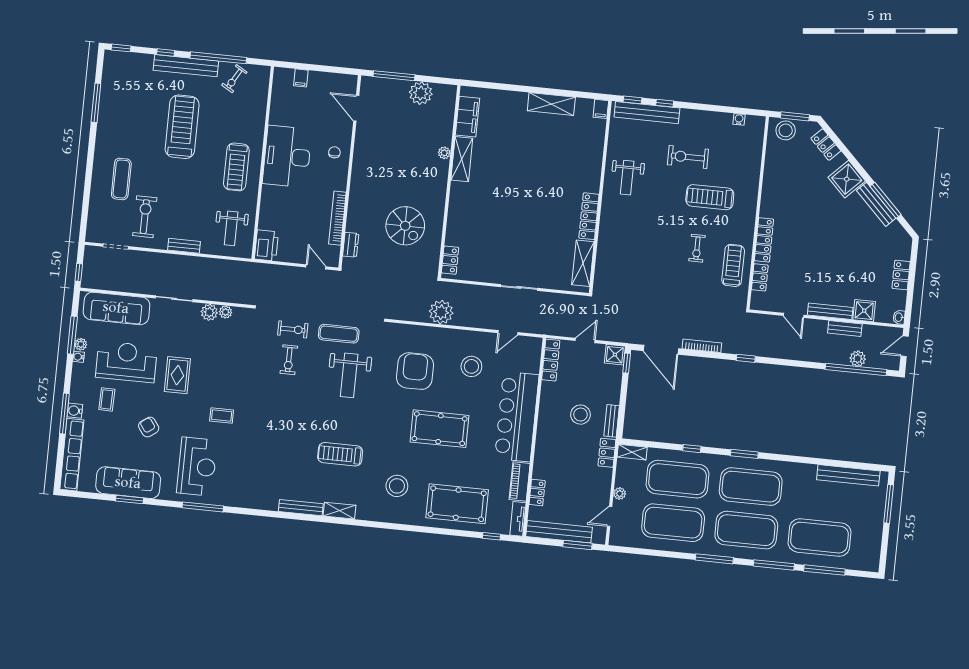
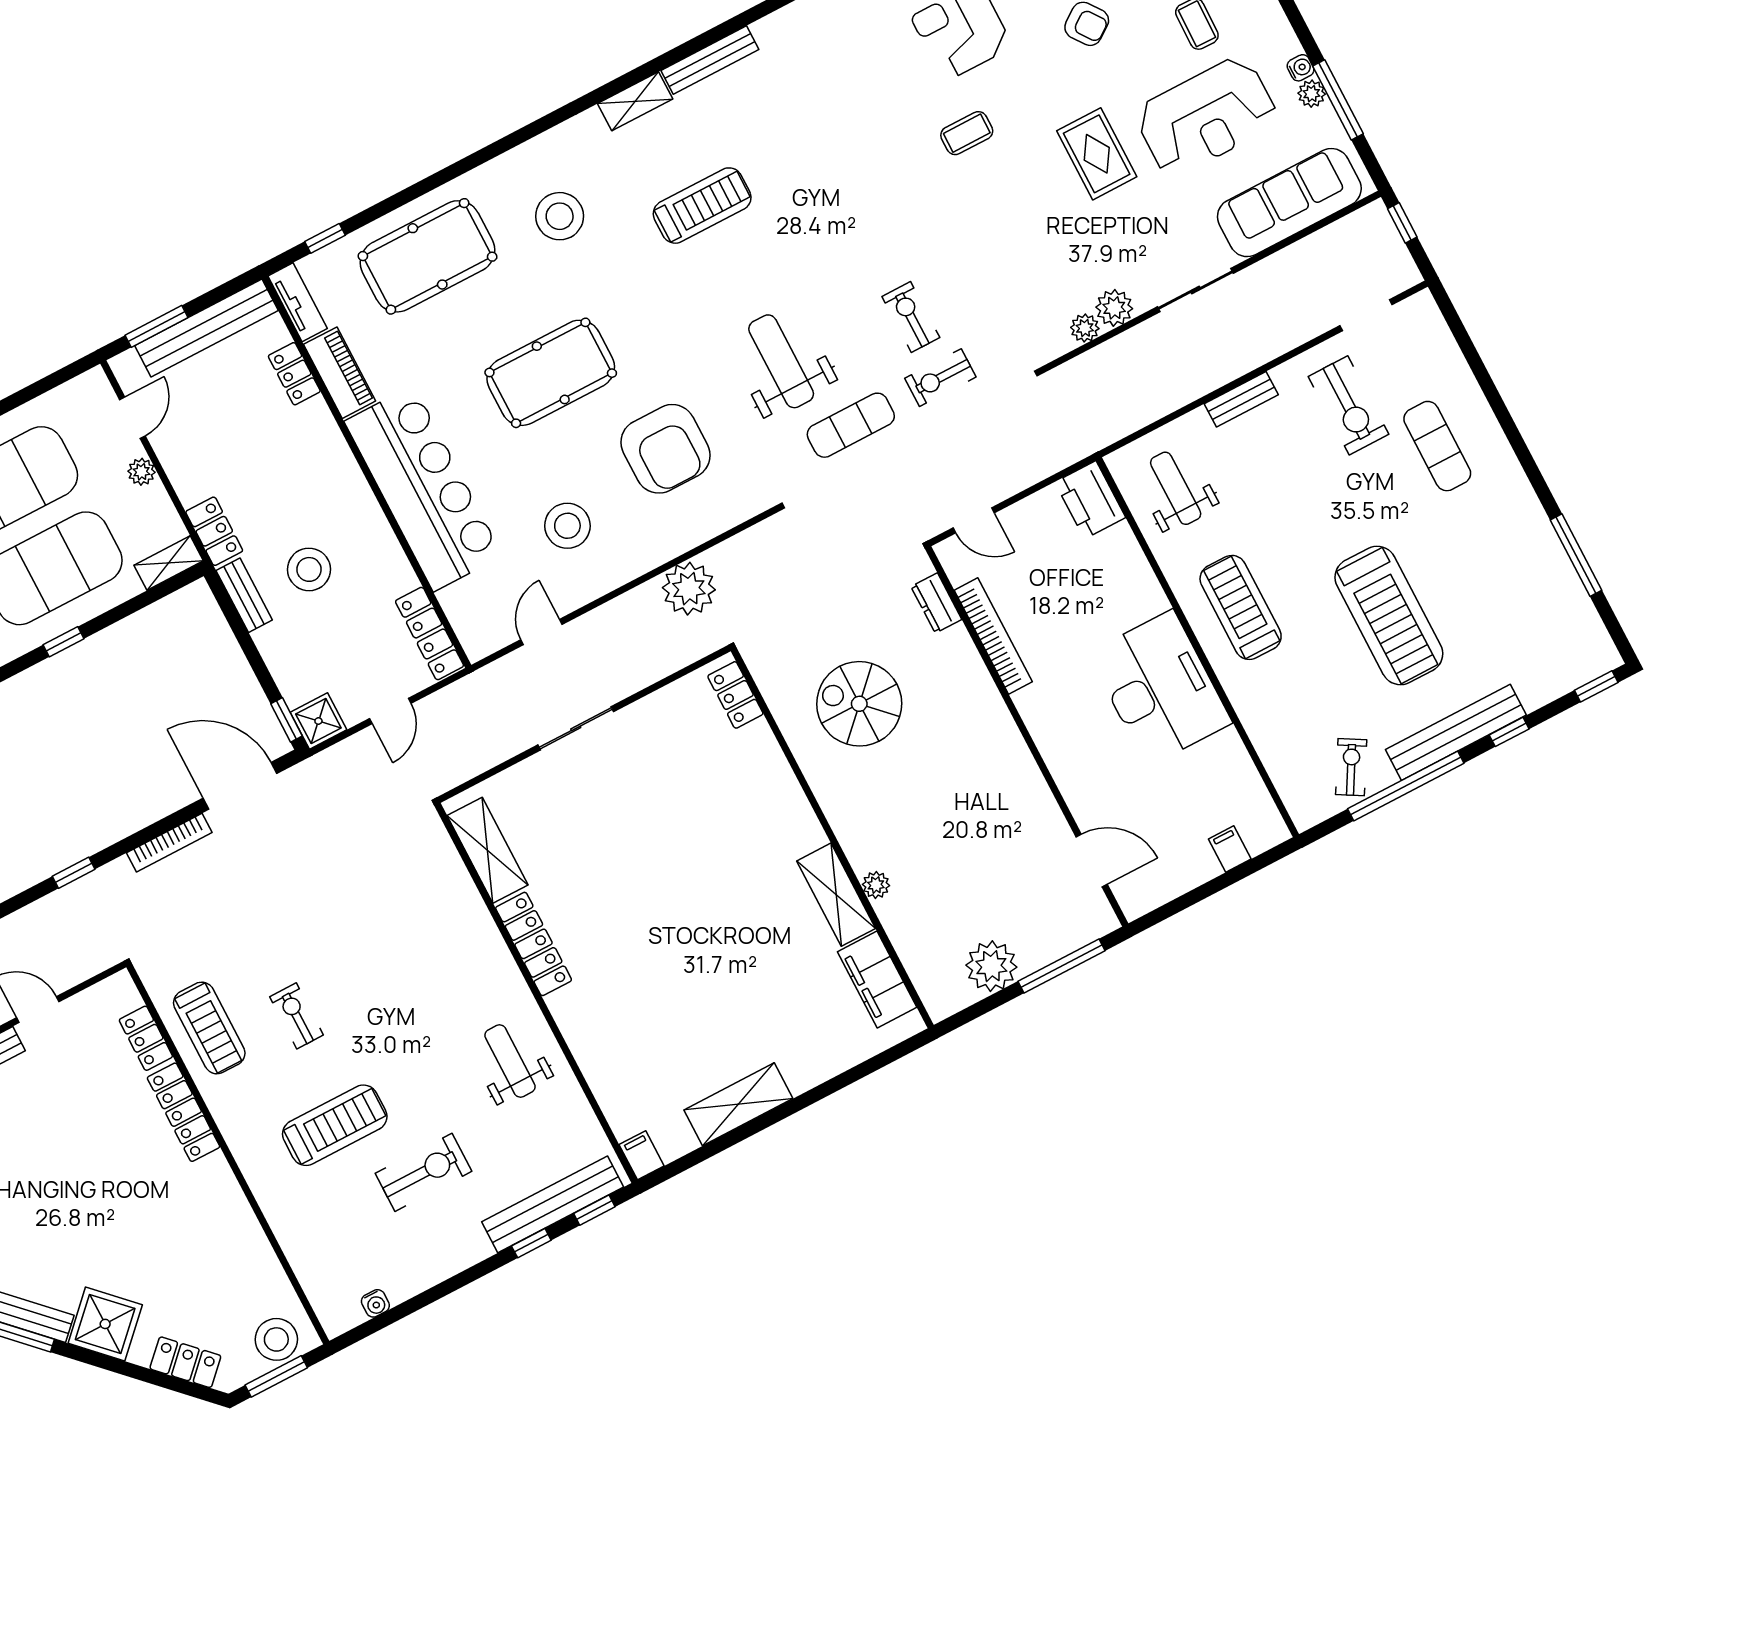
chair: (334, 152) -> (1078, 753), removed

